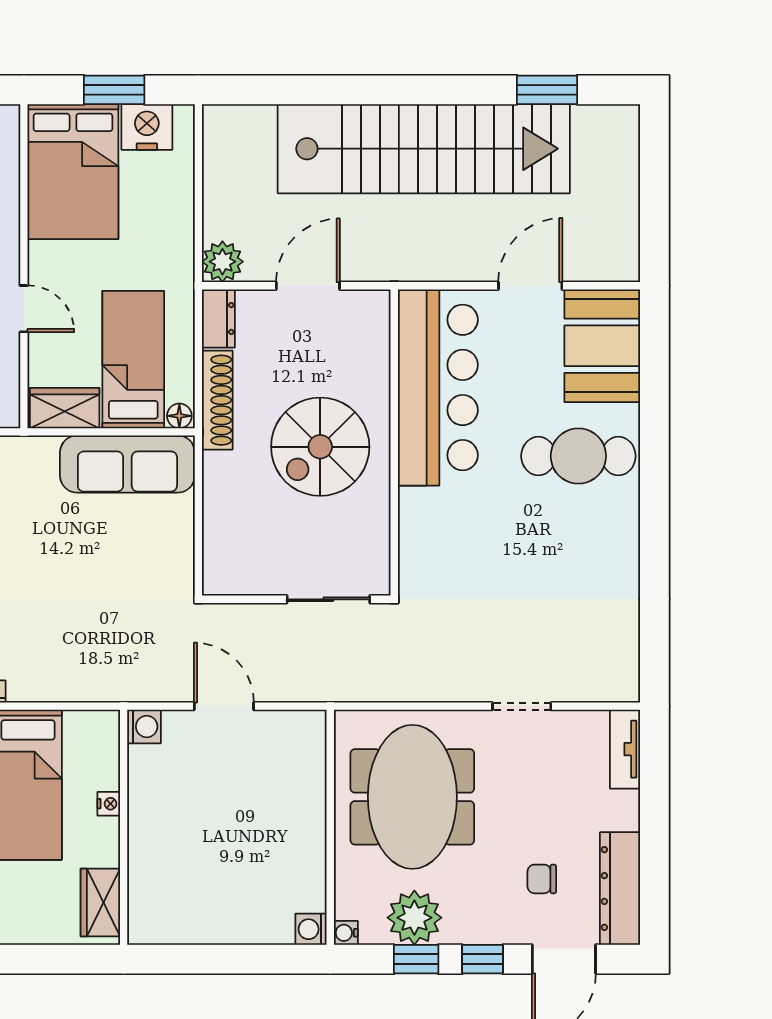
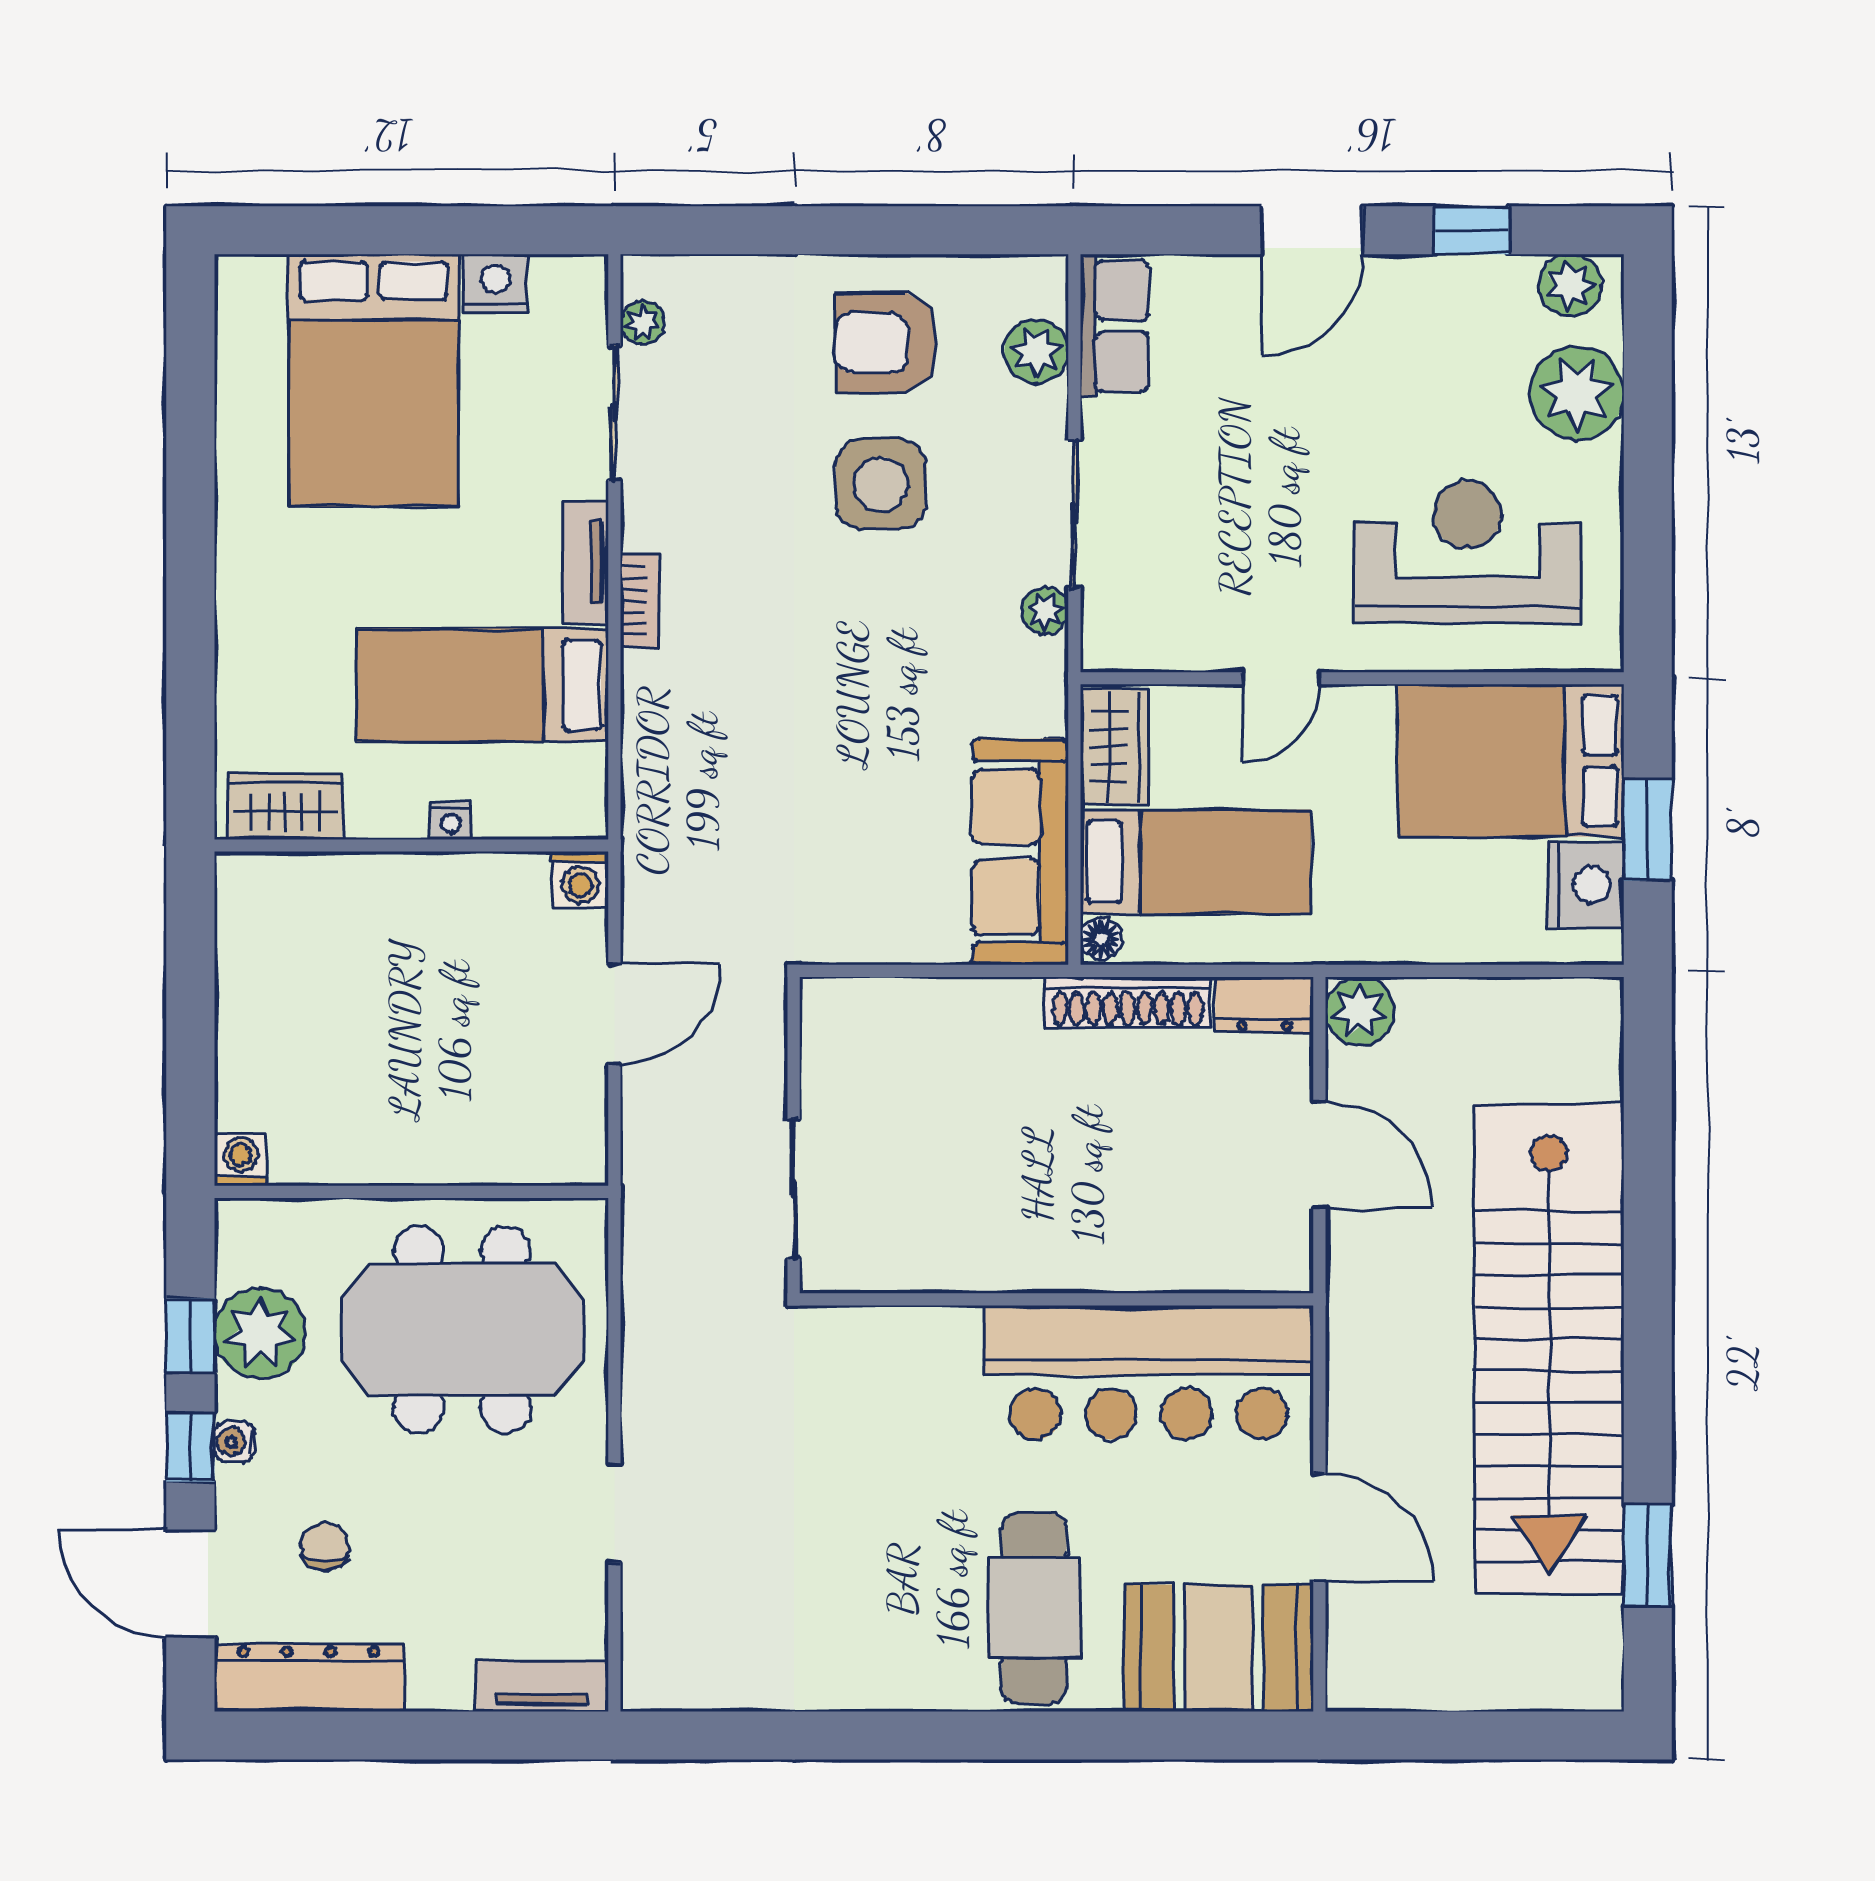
spiral stairs: (320, 447) -> (1049, 1175), removed
water cooler: (346, 933) -> (234, 1442), moved, turned -90

